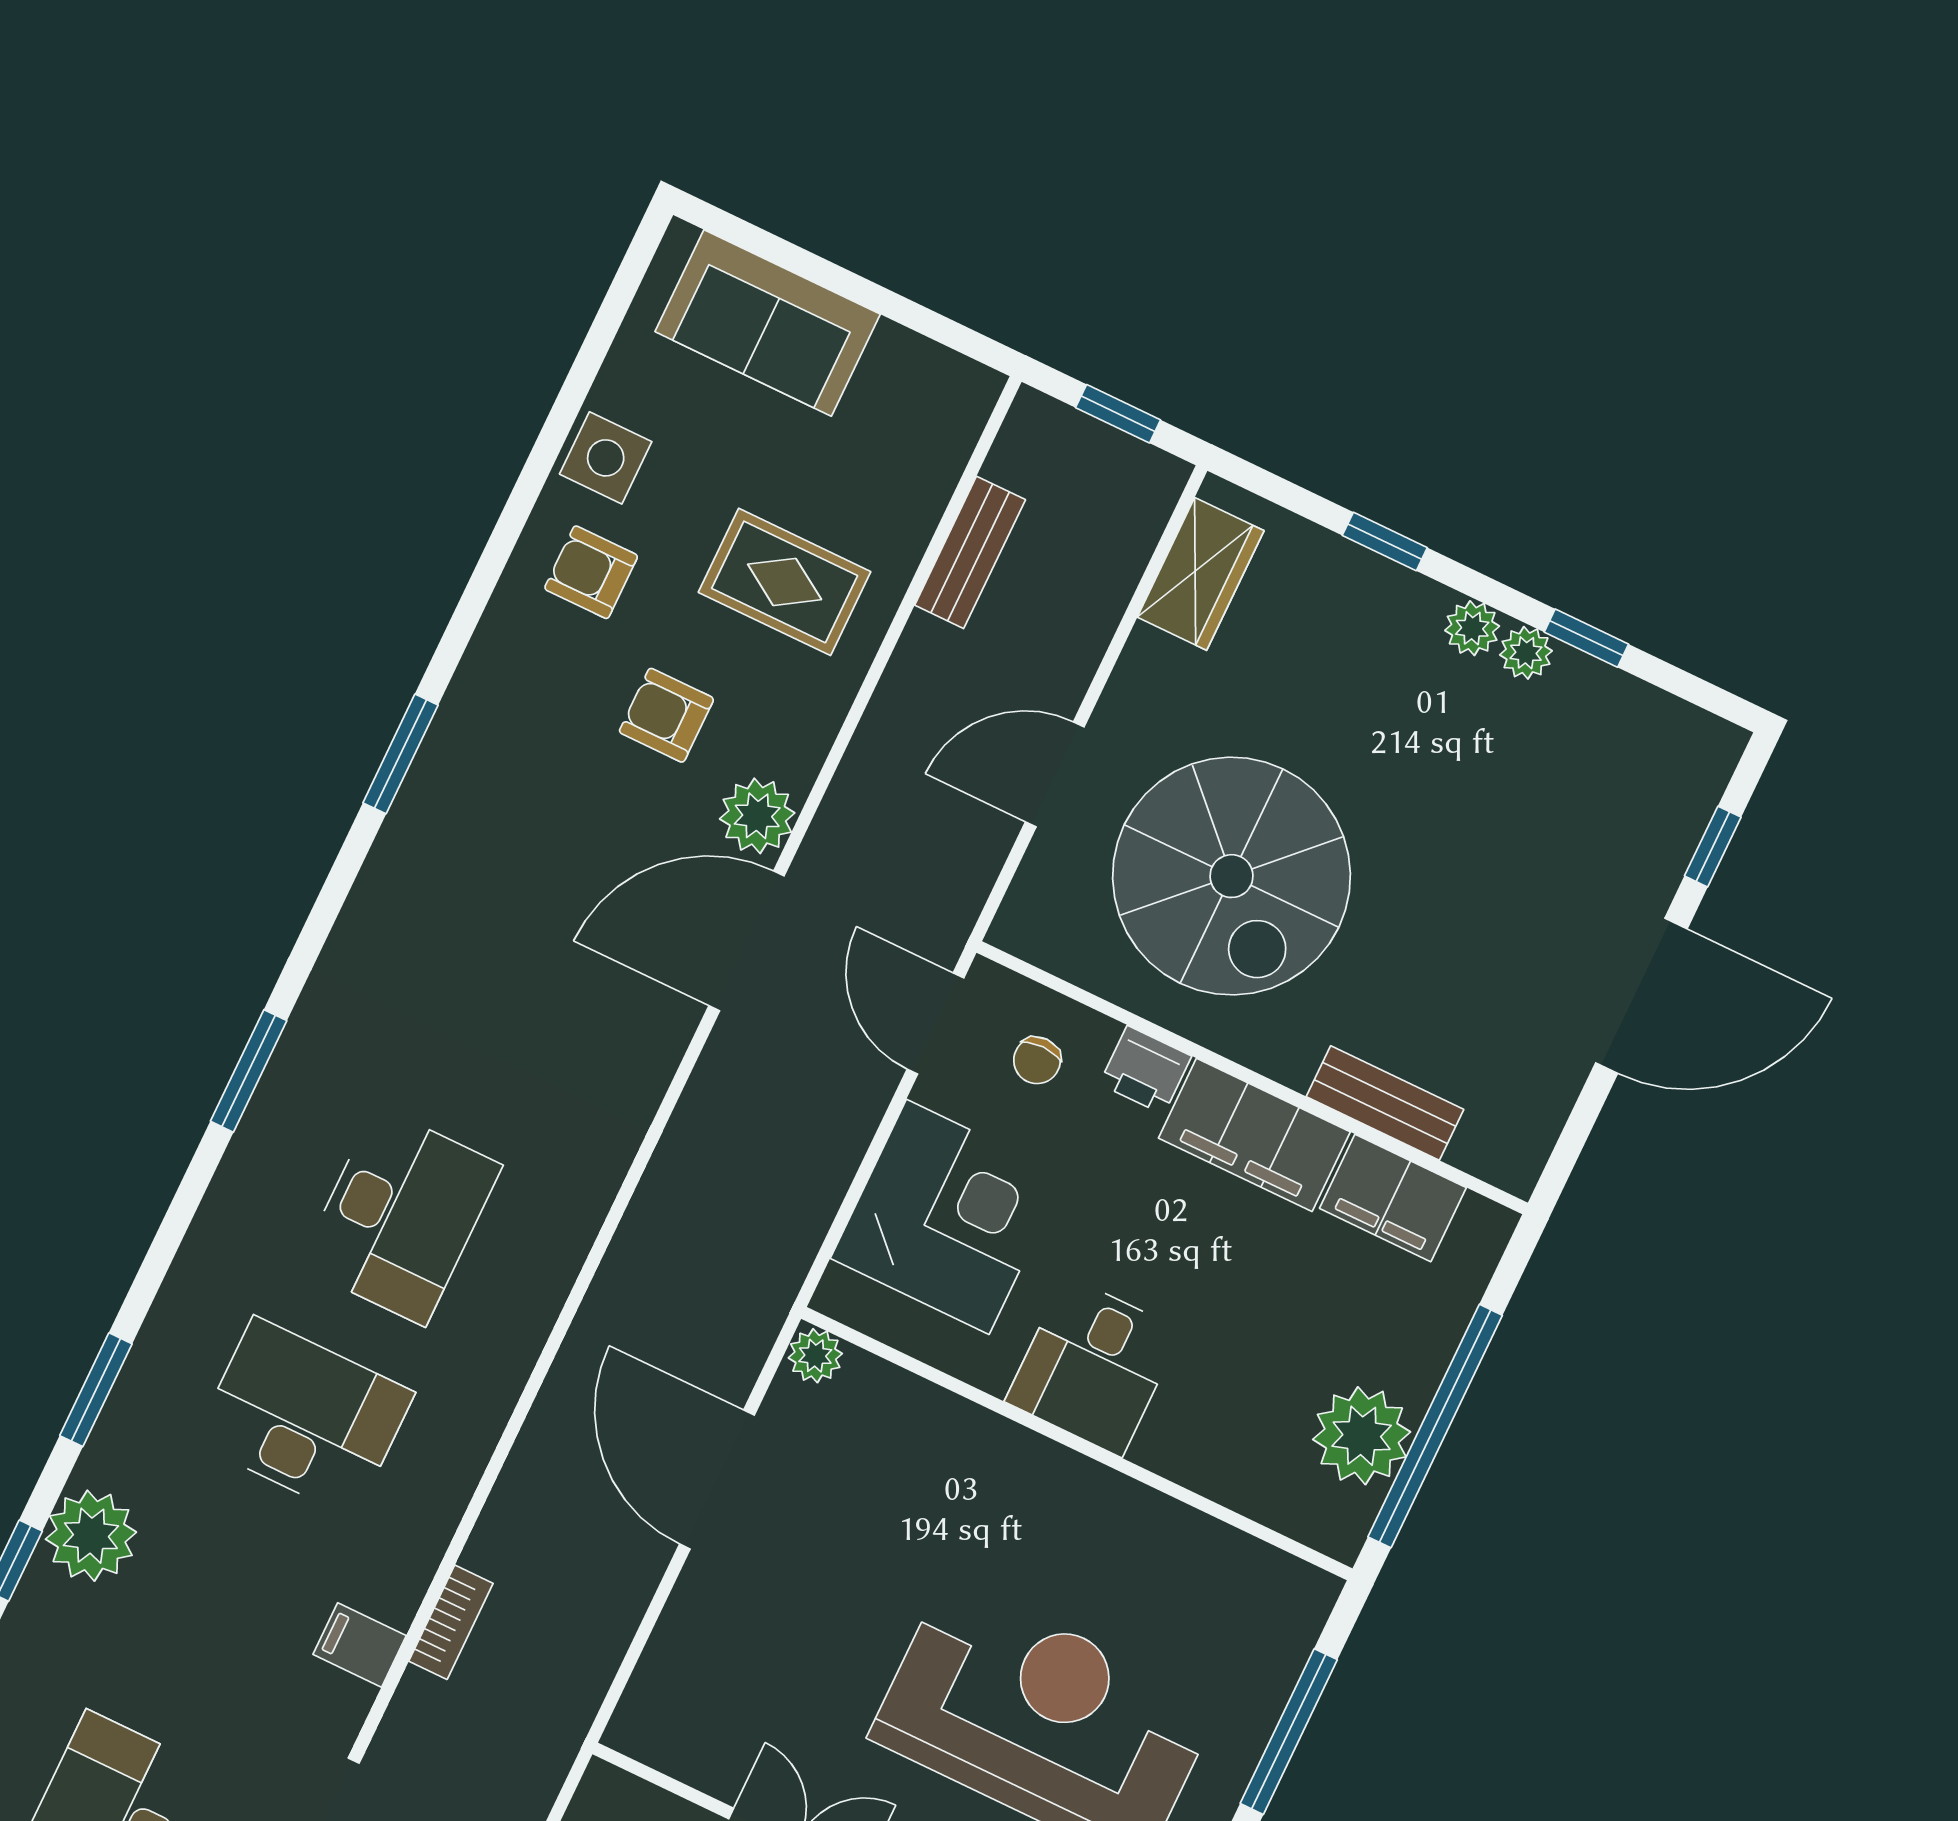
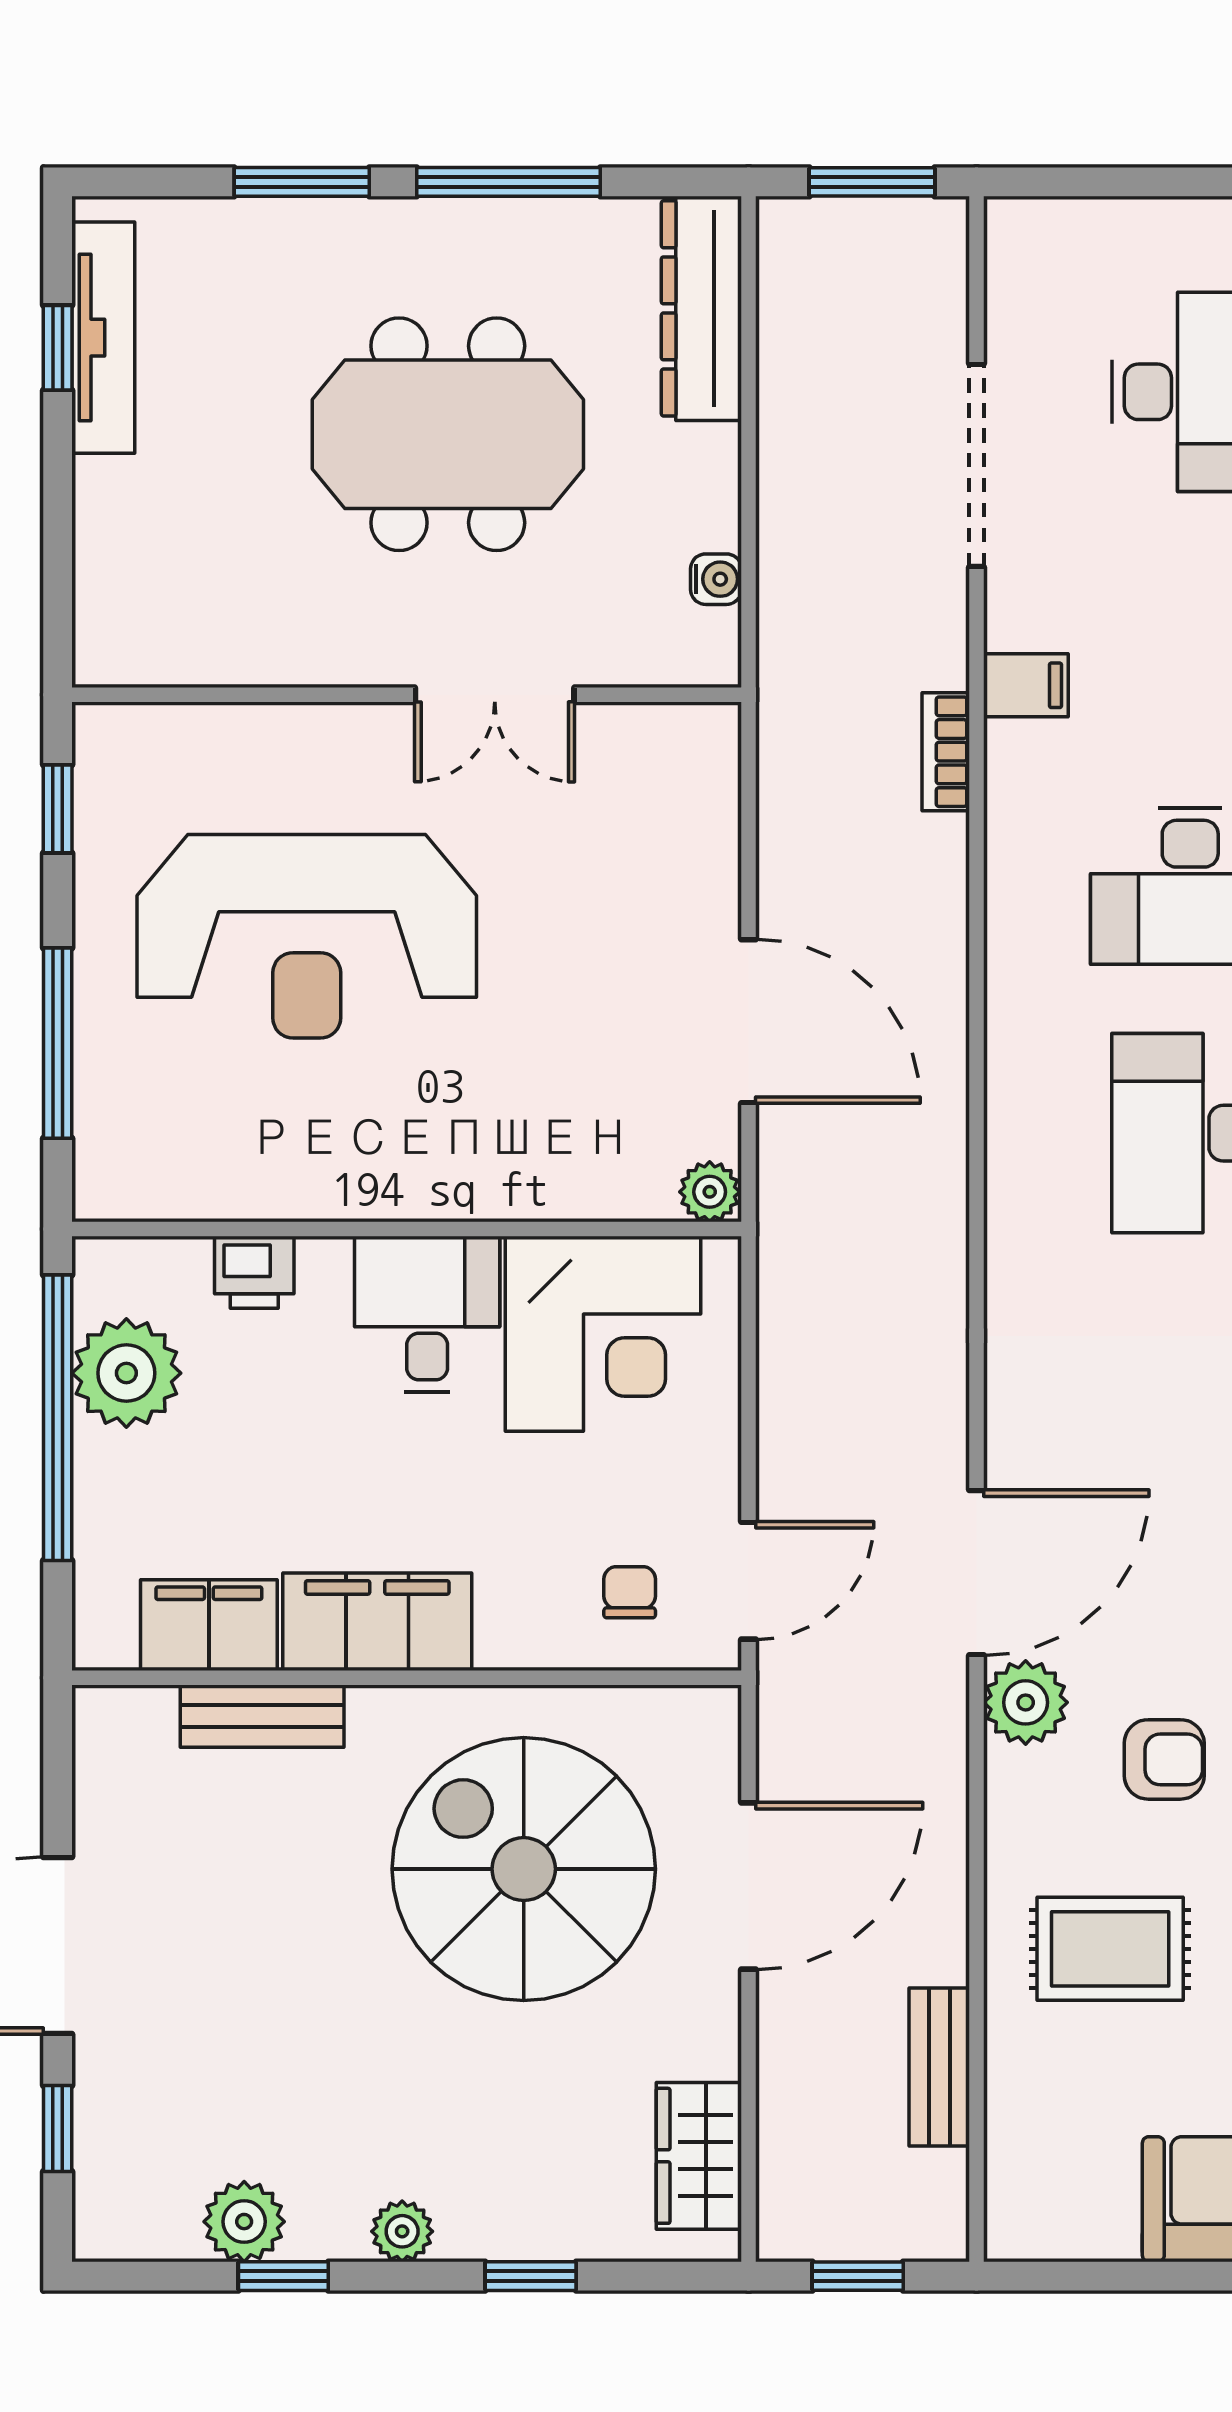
plant: (1526, 653) -> (244, 2222), moved, width x1.38, depth x1.38
door: (1055, 774) -> (749, 1886), width x1.36
door: (935, 1023) -> (749, 1581), hinge flipped
printer: (1145, 1070) -> (254, 1272), moved, turned 180
corner desk: (948, 1217) -> (603, 1334), moved, turned -90

